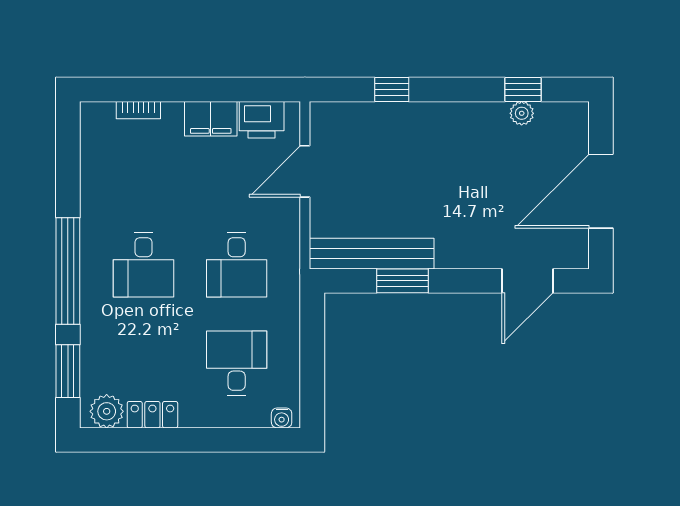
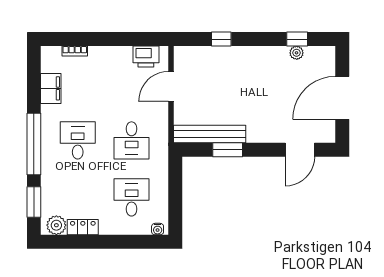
filing cabinet: (211, 119) -> (51, 88), moved, turned -90
desk: (144, 265) -> (78, 140), turned 180

